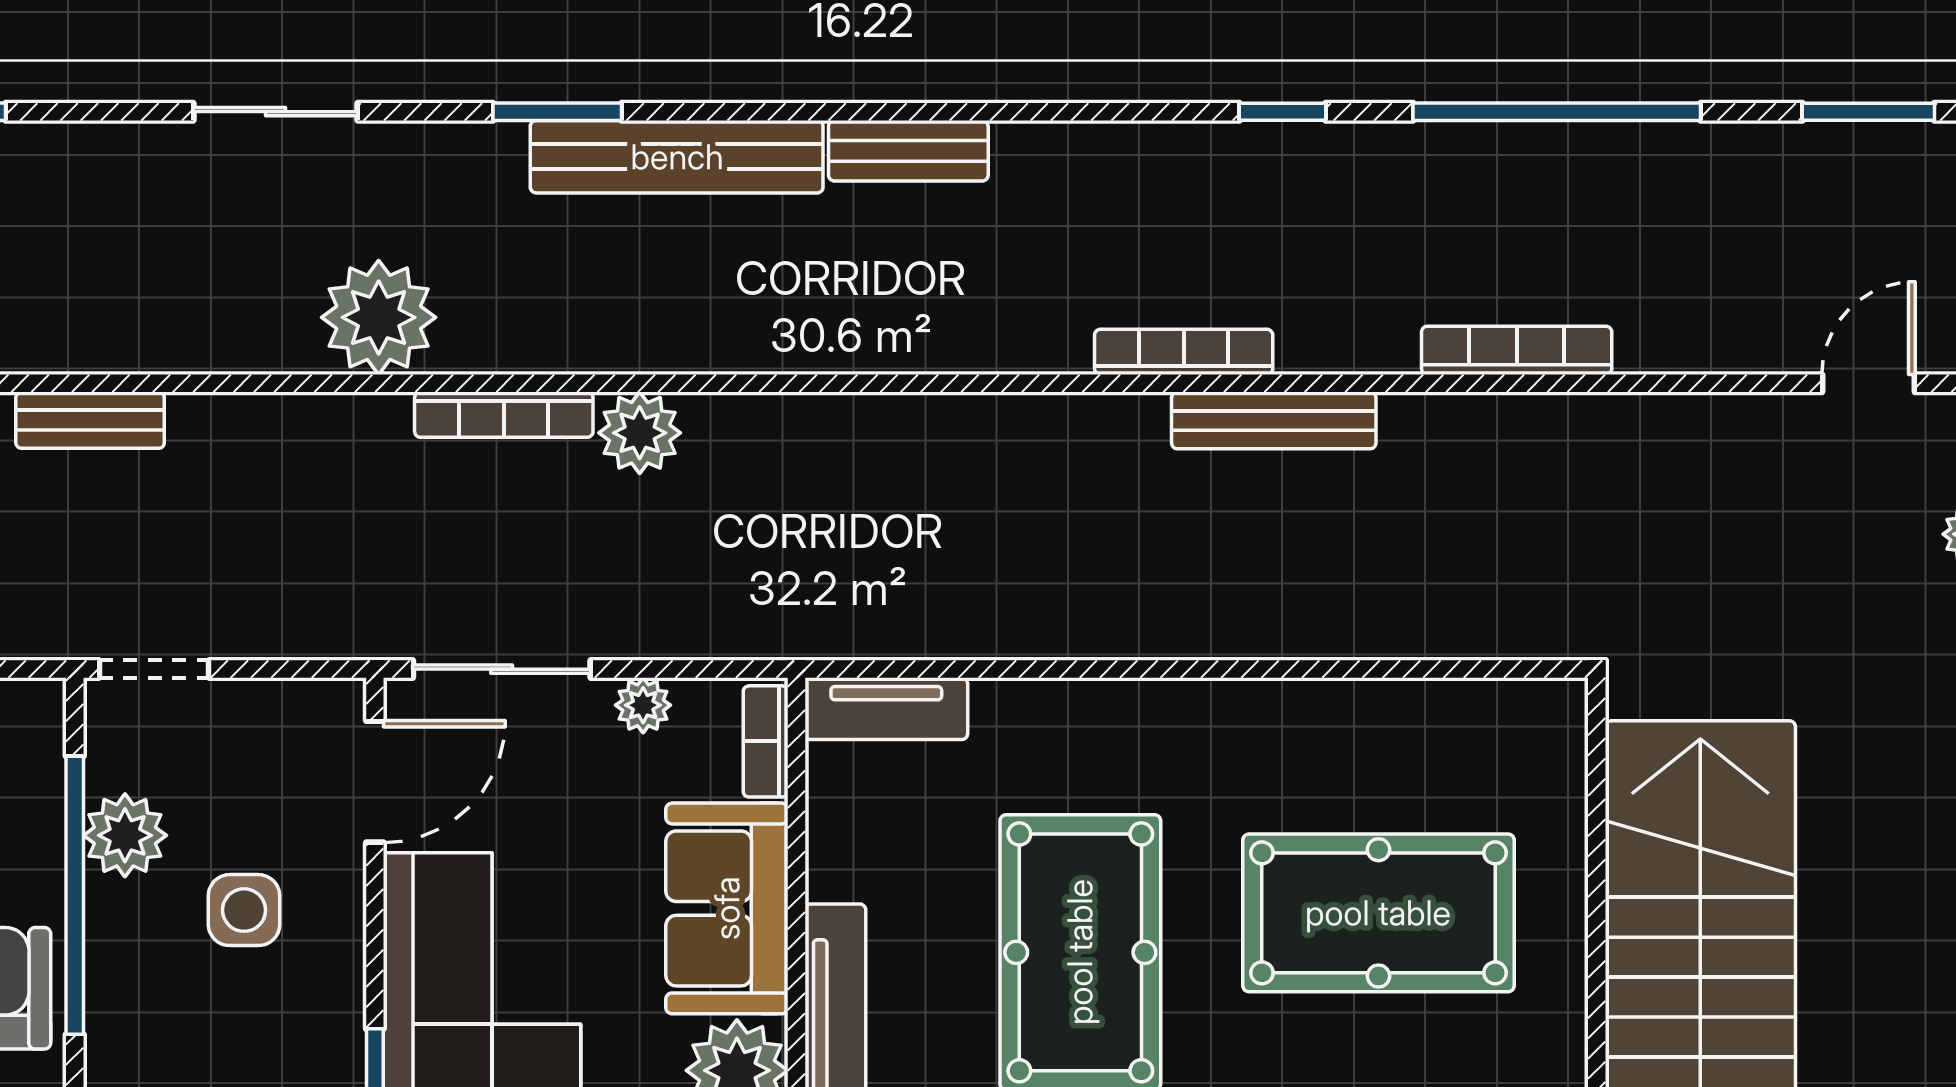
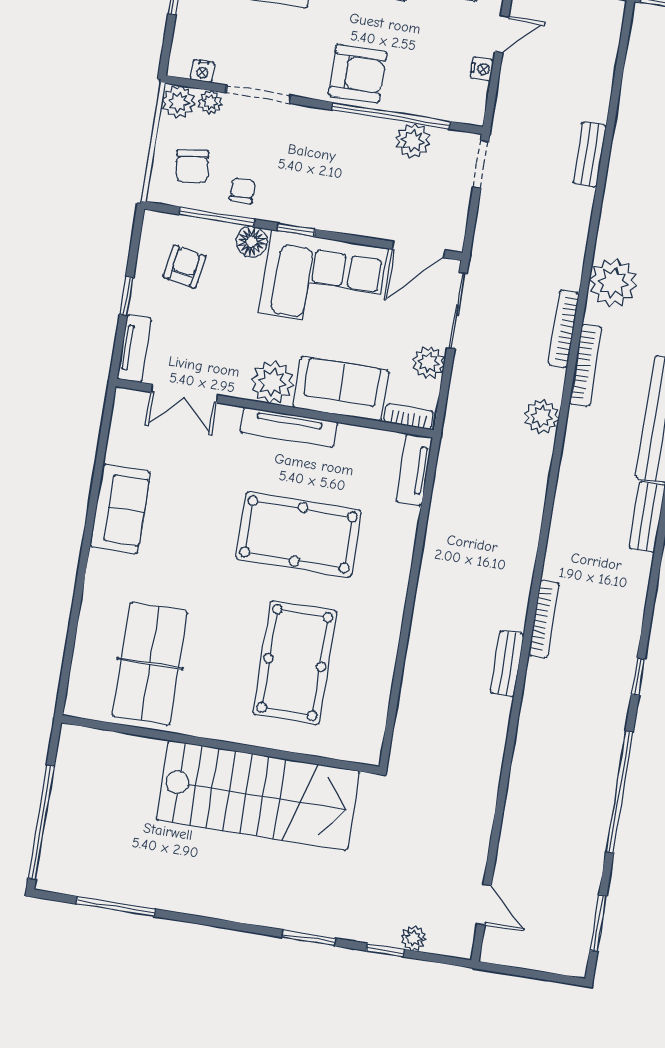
bookcase: (1517, 350) -> (586, 365), moved
bench: (1274, 420) -> (507, 663), width x0.73
plant: (640, 433) -> (542, 416), moved
plant: (643, 705) -> (429, 362), width x1.38, depth x1.38
door: (375, 782) -> (418, 250), hinge flipped
side table: (244, 910) -> (373, 186), removed

